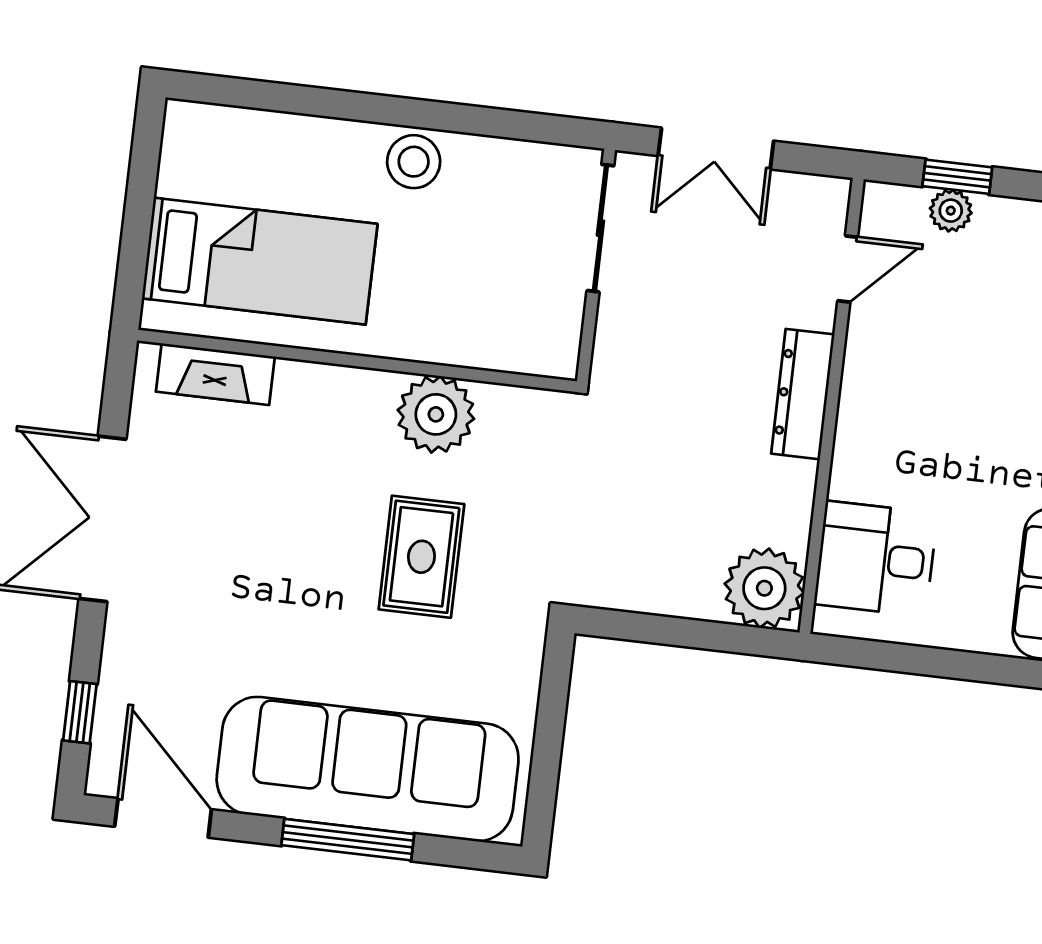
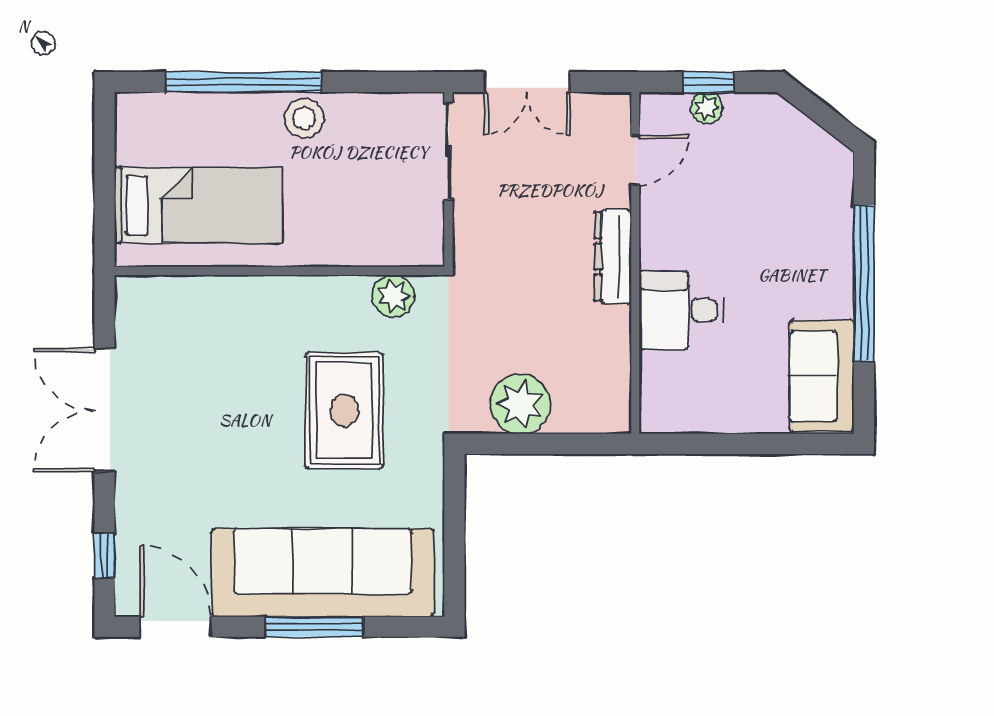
window: (338, 104) -> (243, 82), added
fireplace: (215, 374) -> (176, 293), removed
plant: (436, 414) -> (393, 296), moved, width x0.73, depth x0.73
rug: (421, 557) -> (344, 411), width x1.36, depth x1.43
desk: (876, 559) -> (681, 310), moved
plant: (764, 588) -> (520, 404), moved

